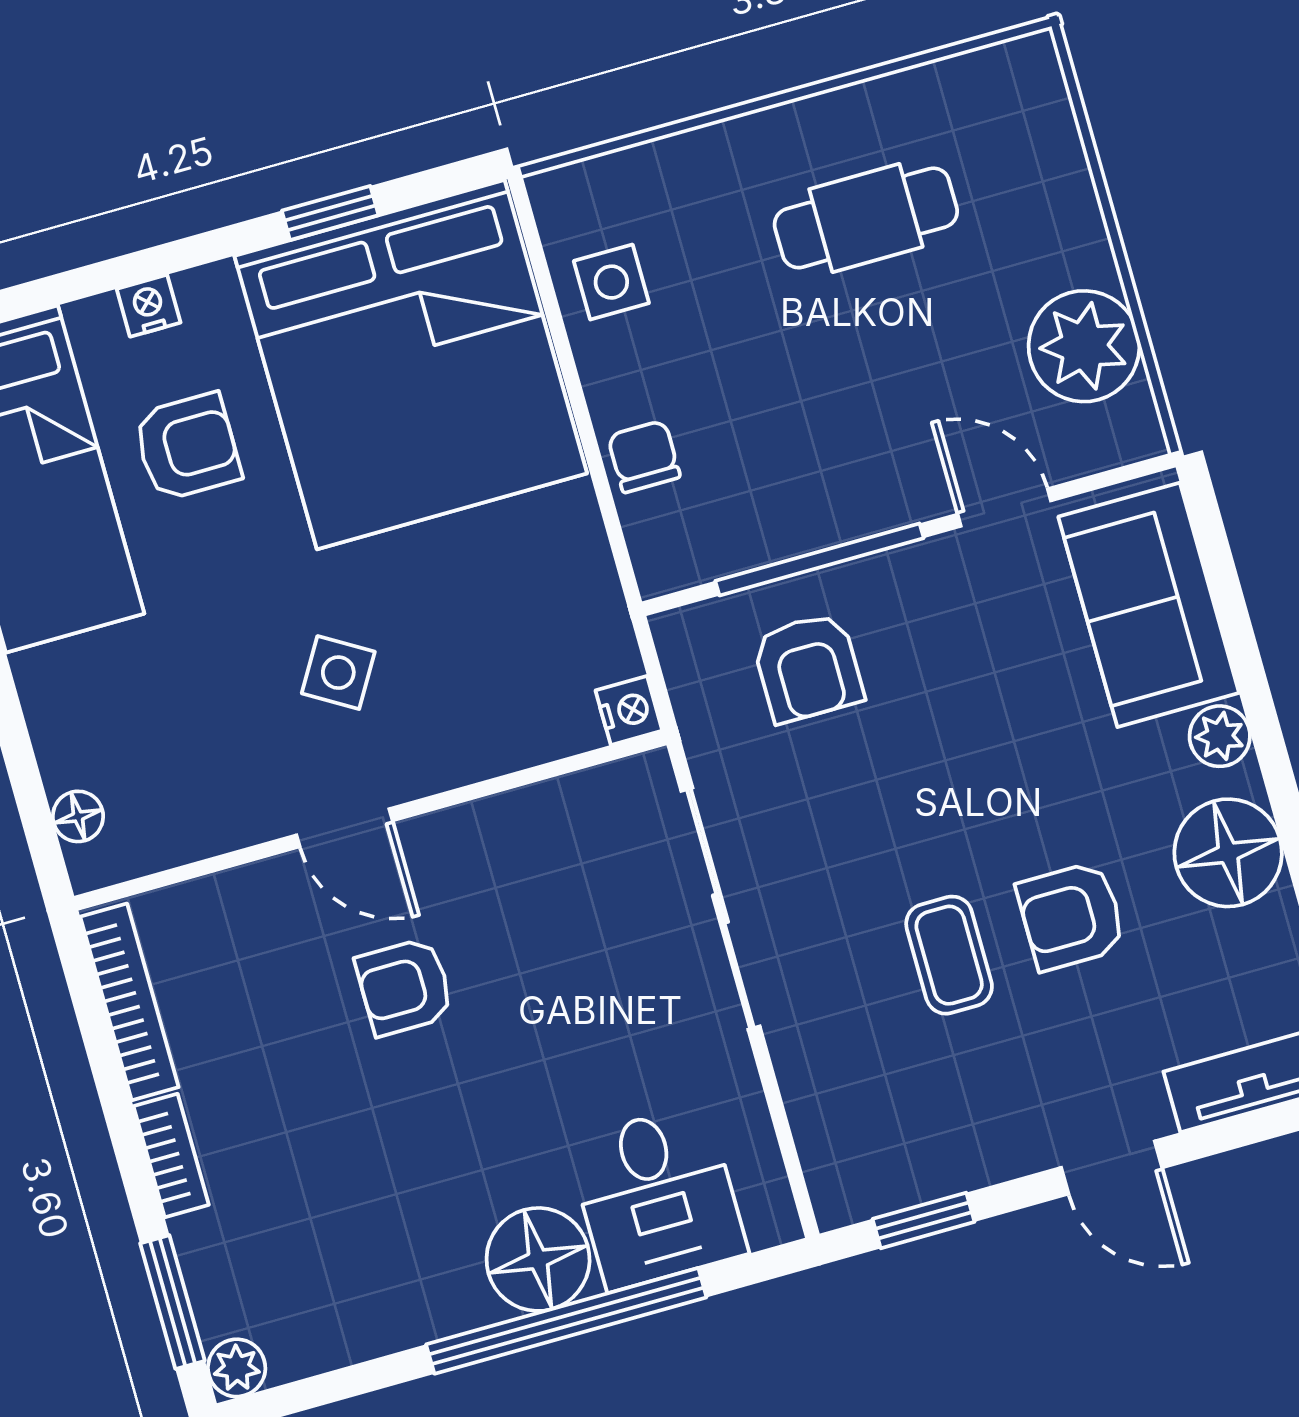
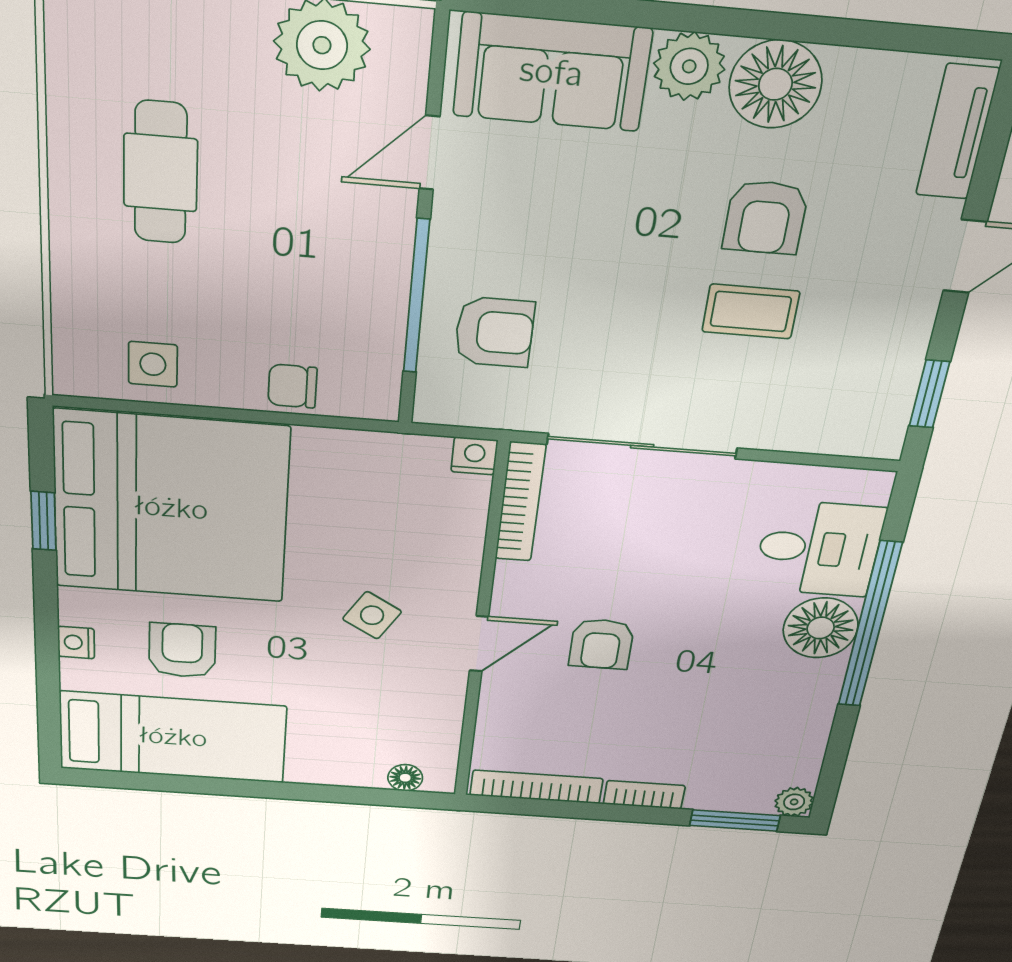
plant: (1220, 736) -> (689, 66), width x1.38, depth x1.38
bookcase: (584, 793) -> (520, 502), added

